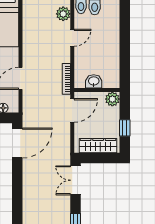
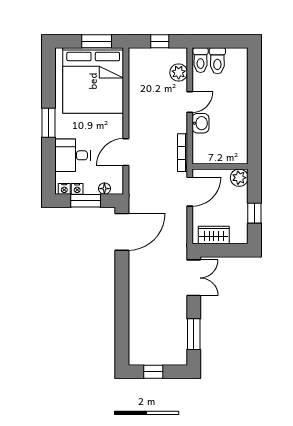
washbasin: (94, 81) -> (200, 123), moved, turned 90
wardrobe: (98, 146) -> (214, 235), width x0.67
double door: (75, 180) -> (194, 278), swing flipped

